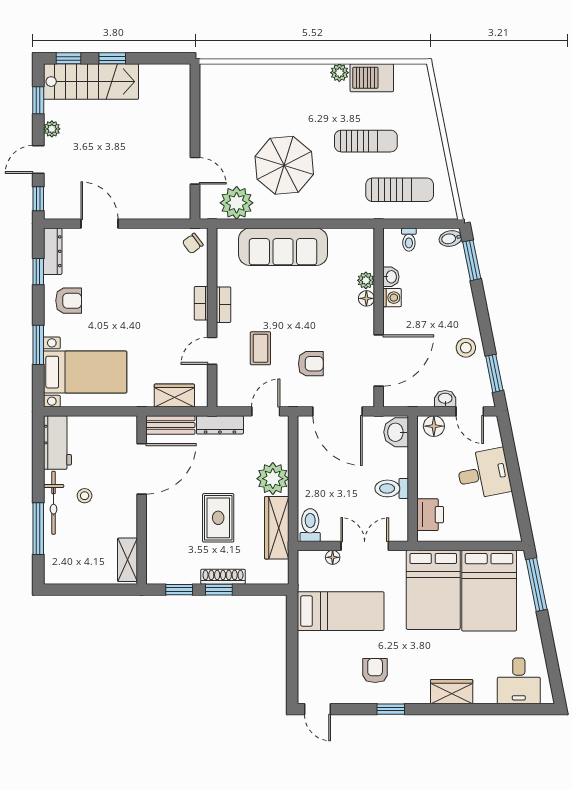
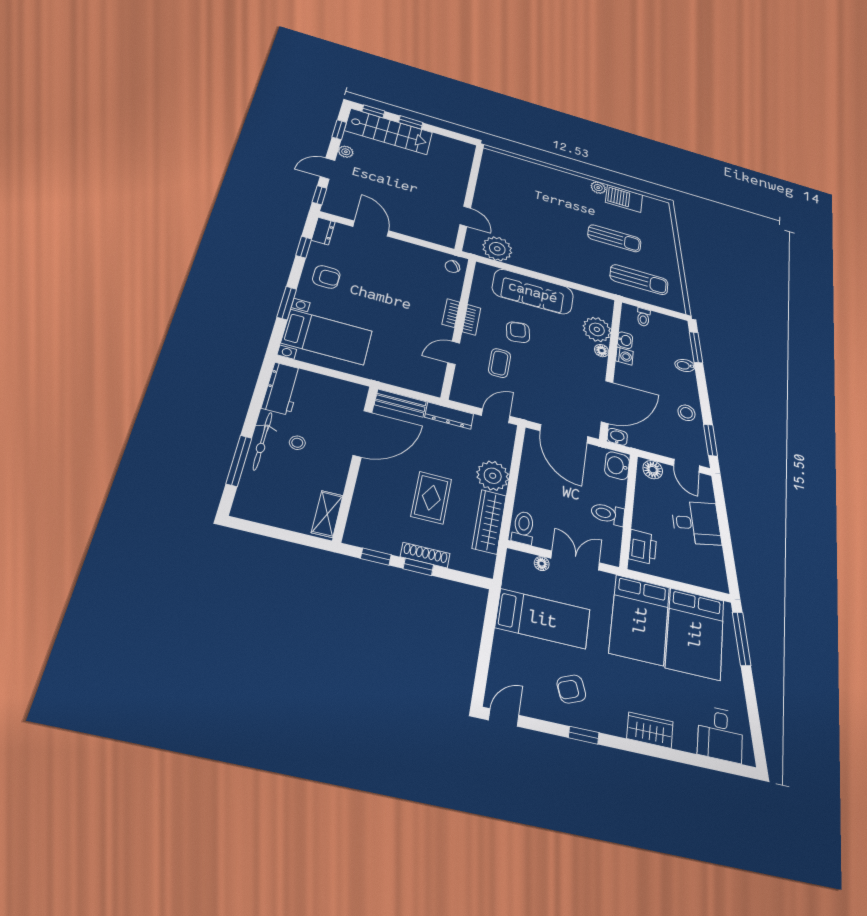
parasol: (284, 165) -> (543, 235), removed
bidet: (450, 238) -> (685, 365), moved
dresser: (53, 251) -> (323, 231), width x0.70
plant: (366, 280) -> (597, 329), width x1.88, depth x1.88
armchair: (311, 364) -> (518, 332), moved, turned -100
wardrobe: (174, 396) -> (410, 379), removed
washbasin: (445, 399) -> (617, 437), moved
armchair: (375, 671) -> (571, 689), turned -112
door: (317, 709) -> (504, 718), swing flipped

